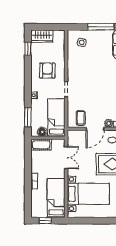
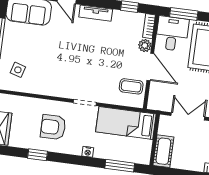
window: (28, 49) -> (37, 155), moved
floor lamp: (42, 132) -> (144, 147), removed

